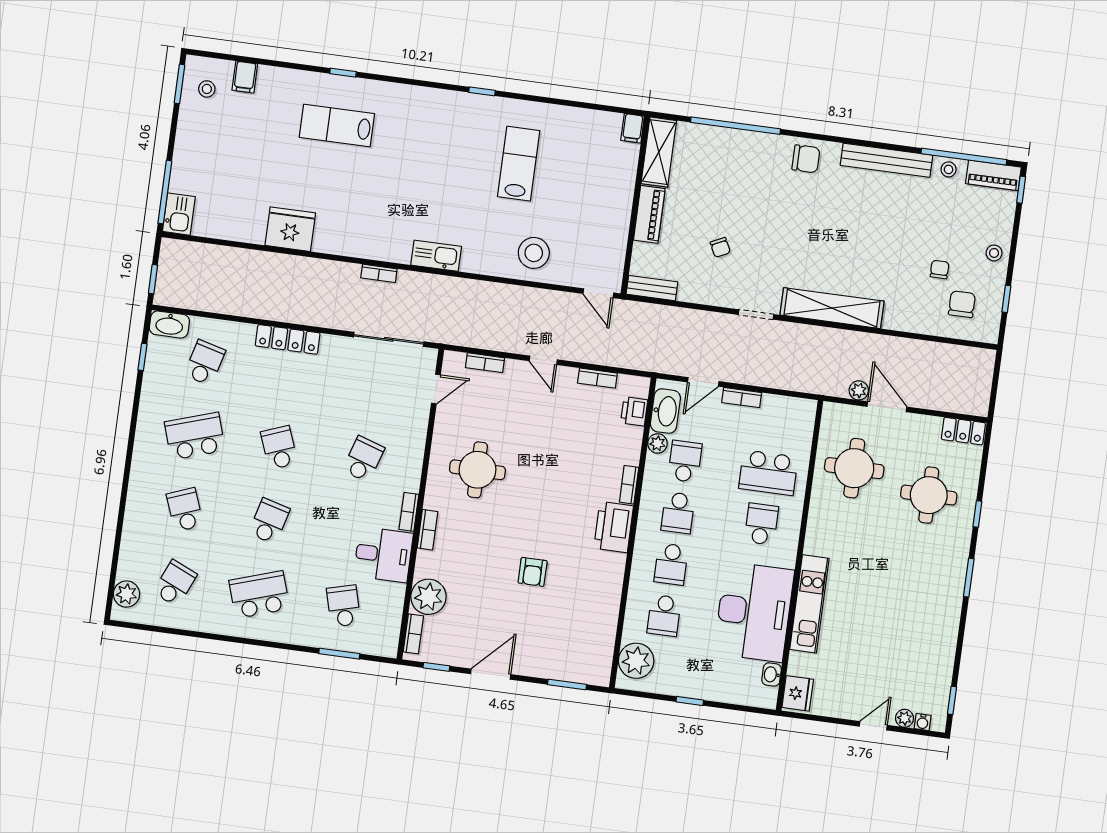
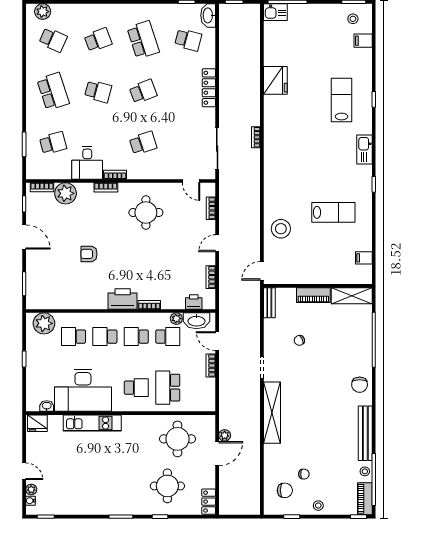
filing cabinet: (633, 128) -> (364, 258), moved
kitchen sink: (436, 256) -> (364, 150), moved, turned 180
school desk: (363, 459) -> (143, 143), turned -36

